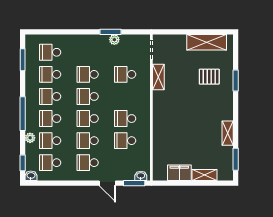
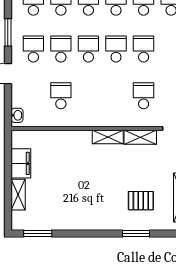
pallet: (209, 77) -> (141, 201), turned 90
school desk: (125, 119) -> (88, 96), removed
shelving: (228, 133) -> (108, 137), moved
window: (134, 183) -> (8, 32), moved

